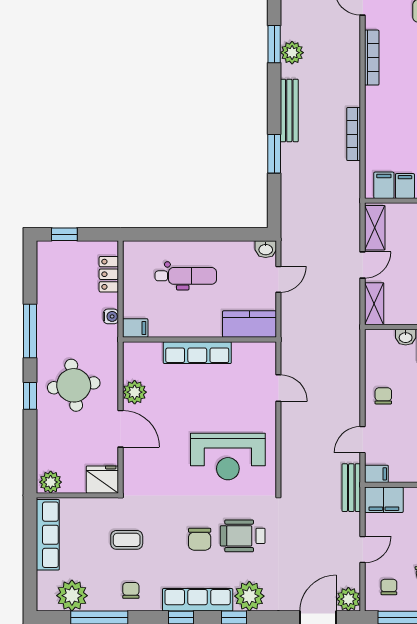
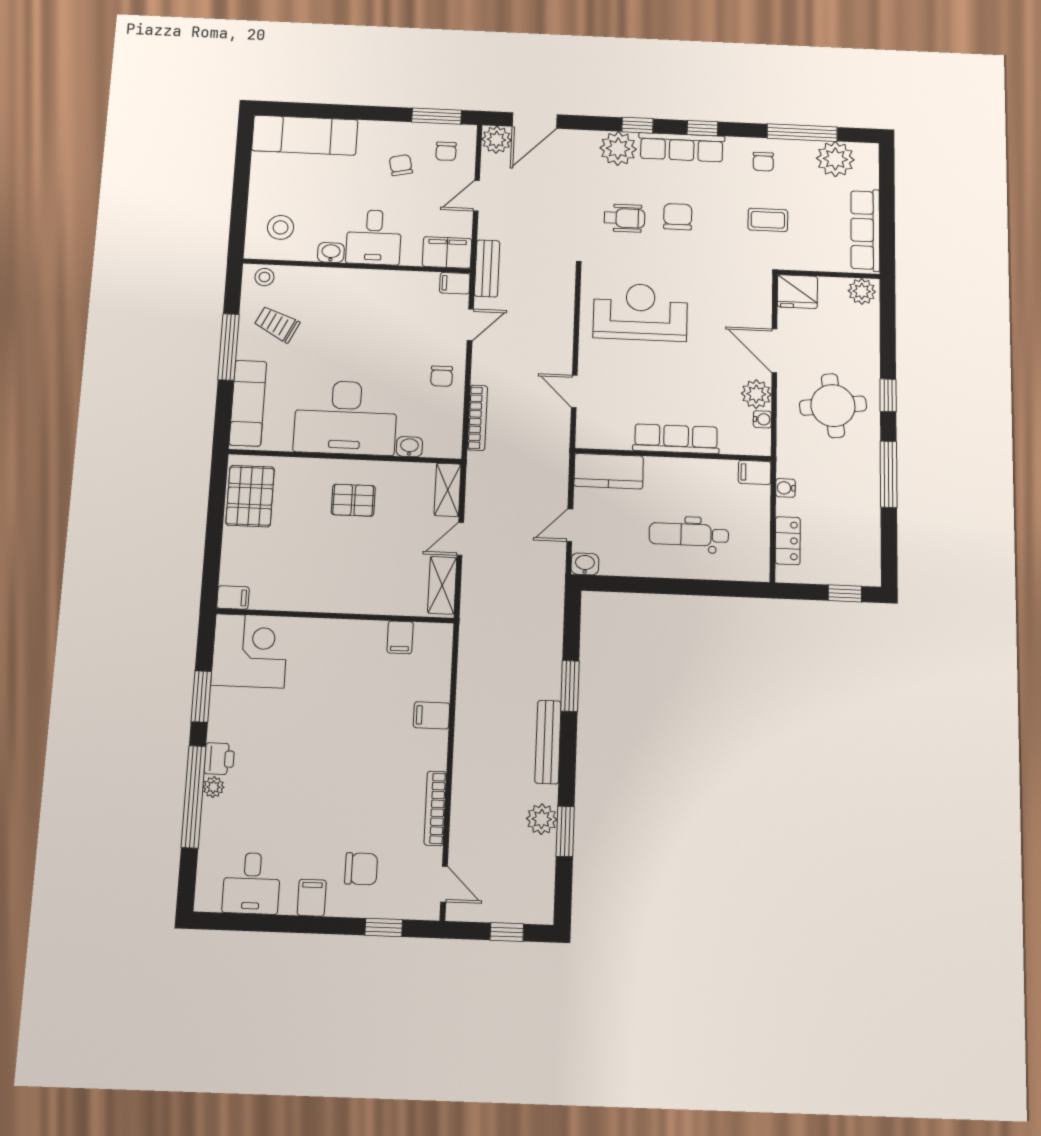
bookcase: (354, 134) -> (477, 418), moved
filing cabinet: (384, 185) -> (432, 715), moved, turned 90
water cooler: (130, 372) -> (762, 419), added
wheelchair: (243, 536) -> (624, 218), width x0.73, depth x0.73

